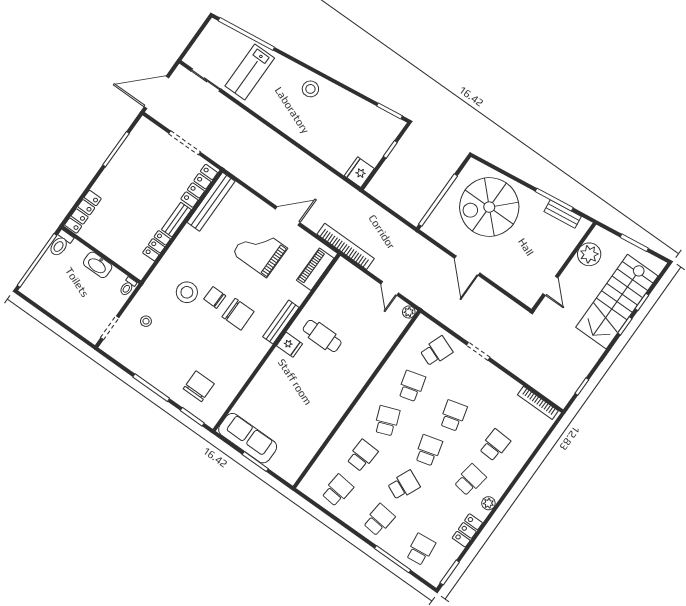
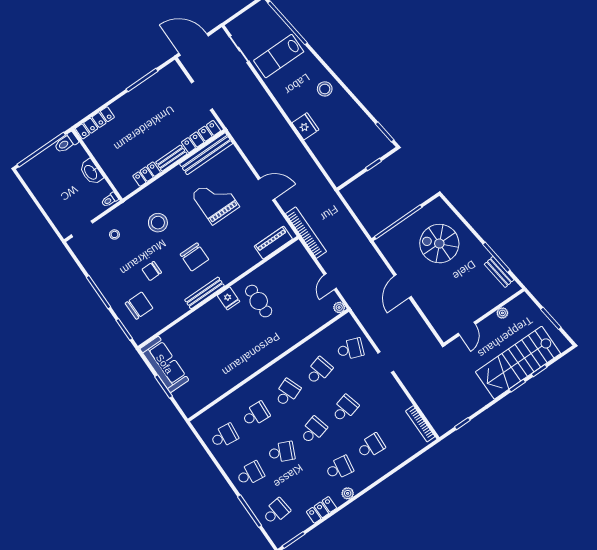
fridge: (359, 172) -> (305, 126), moved, turned 90
spiral stairs: (489, 207) -> (439, 244), width x0.73, depth x0.73
grand piano: (260, 251) -> (216, 200), moved
plant: (589, 254) -> (502, 313), width x0.53, depth x0.53
chair: (215, 297) -> (152, 271), moved, turned -91
bench: (281, 322) -> (205, 293), moved

